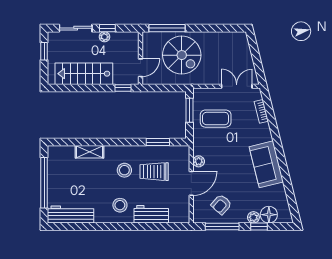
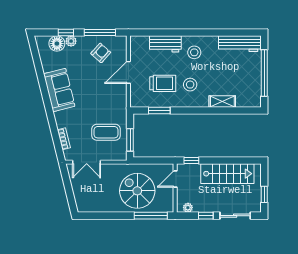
plant: (104, 37) -> (188, 208), moved
plant: (199, 161) -> (122, 93), removed

